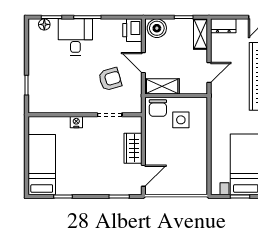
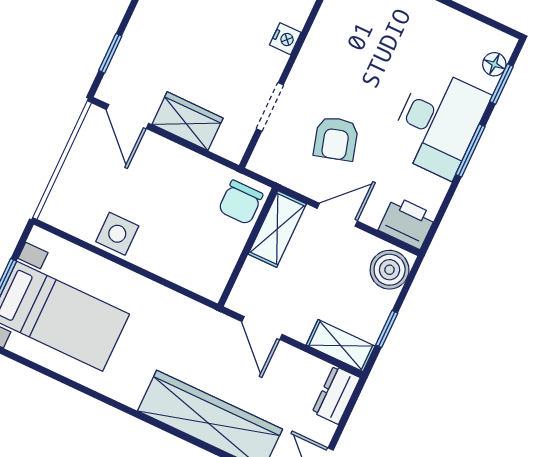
desk: (75, 37) -> (438, 123), width x1.37
chair: (158, 108) -> (241, 202), turned -90
side table: (181, 120) -> (117, 234), moved

